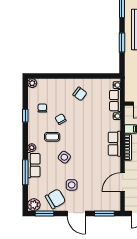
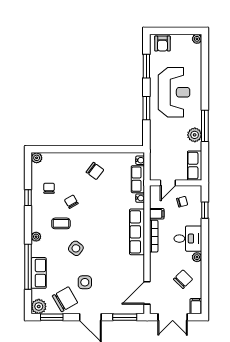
row of seats: (114, 144) -> (137, 232), width x1.48
row of seats: (34, 165) -> (39, 273), moved
window: (25, 172) -> (28, 267), width x1.46
door: (123, 182) -> (147, 293), moved

